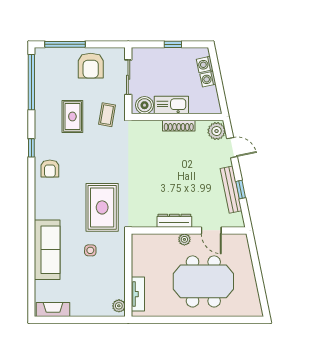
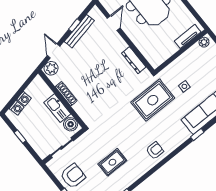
coffee table: (107, 115) -> (95, 142), removed
window: (31, 148) -> (197, 135), moved
dresser: (174, 221) -> (134, 60), moved
plant: (184, 239) -> (132, 35), removed

